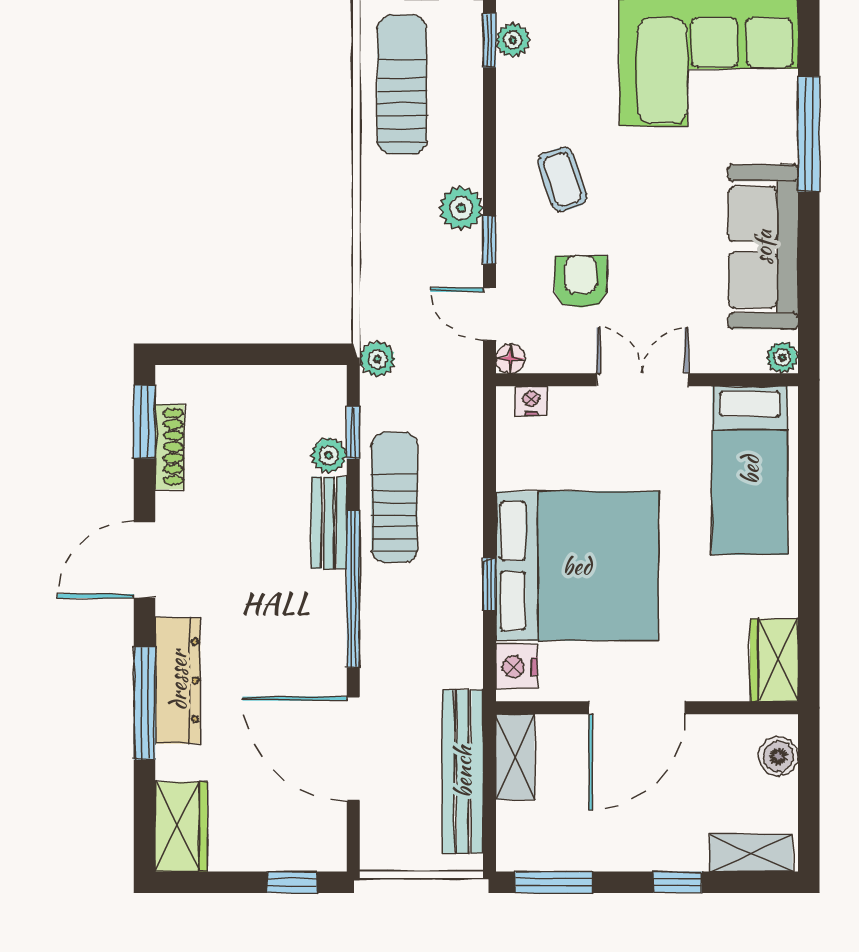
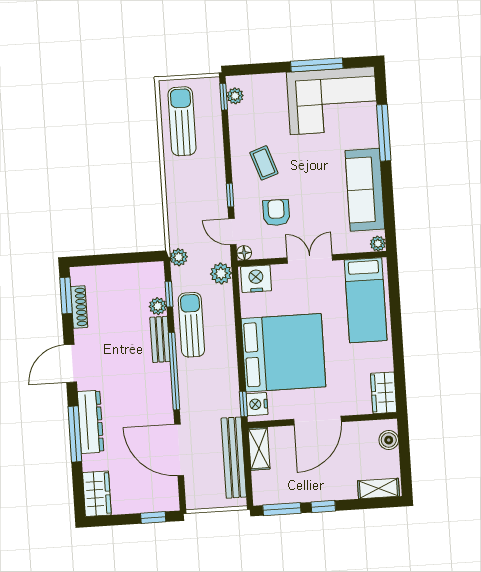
plant: (461, 208) -> (221, 274), moved
nightstand: (531, 401) -> (256, 279), width x1.89, depth x1.79
window: (489, 584) -> (243, 404), moved
window: (677, 882) -> (323, 507), moved

